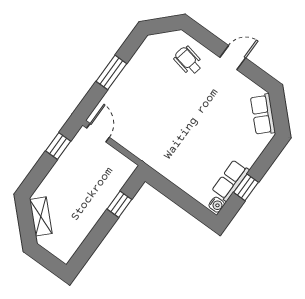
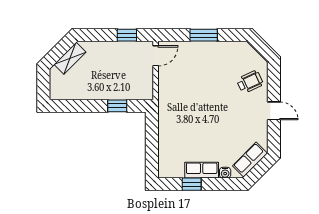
wheelchair: (188, 61) -> (250, 82), turned 53
row of seats: (230, 180) -> (202, 170), moved
water cooler: (217, 205) -> (225, 173), moved

